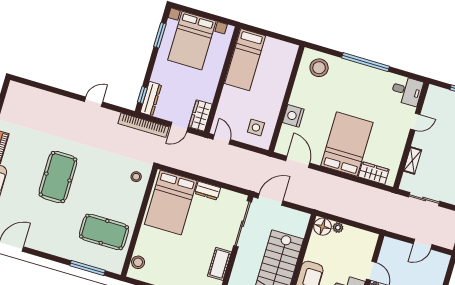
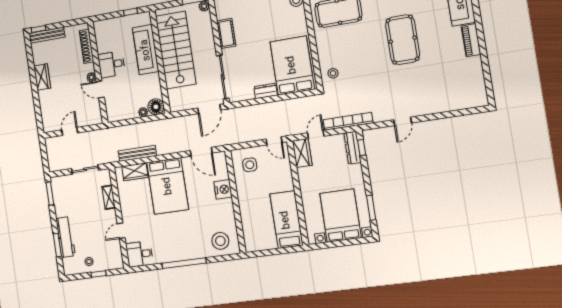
bench: (363, 190) -> (137, 153), added

